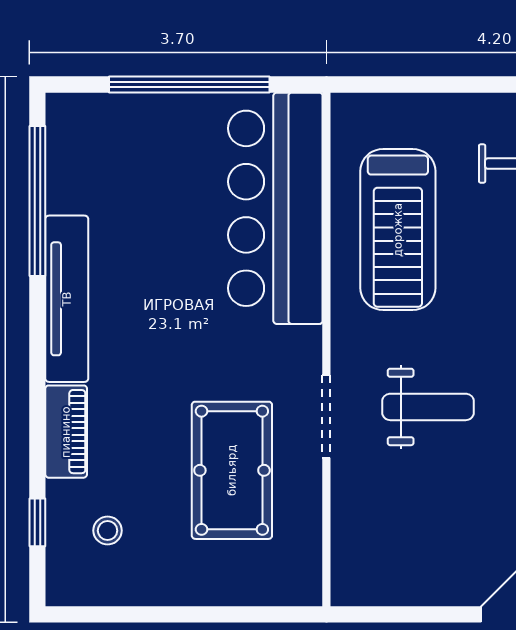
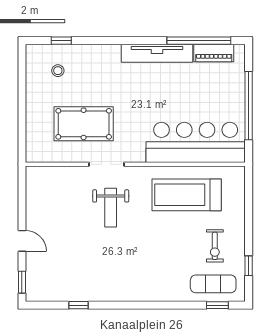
piano: (66, 432) -> (214, 53), moved

